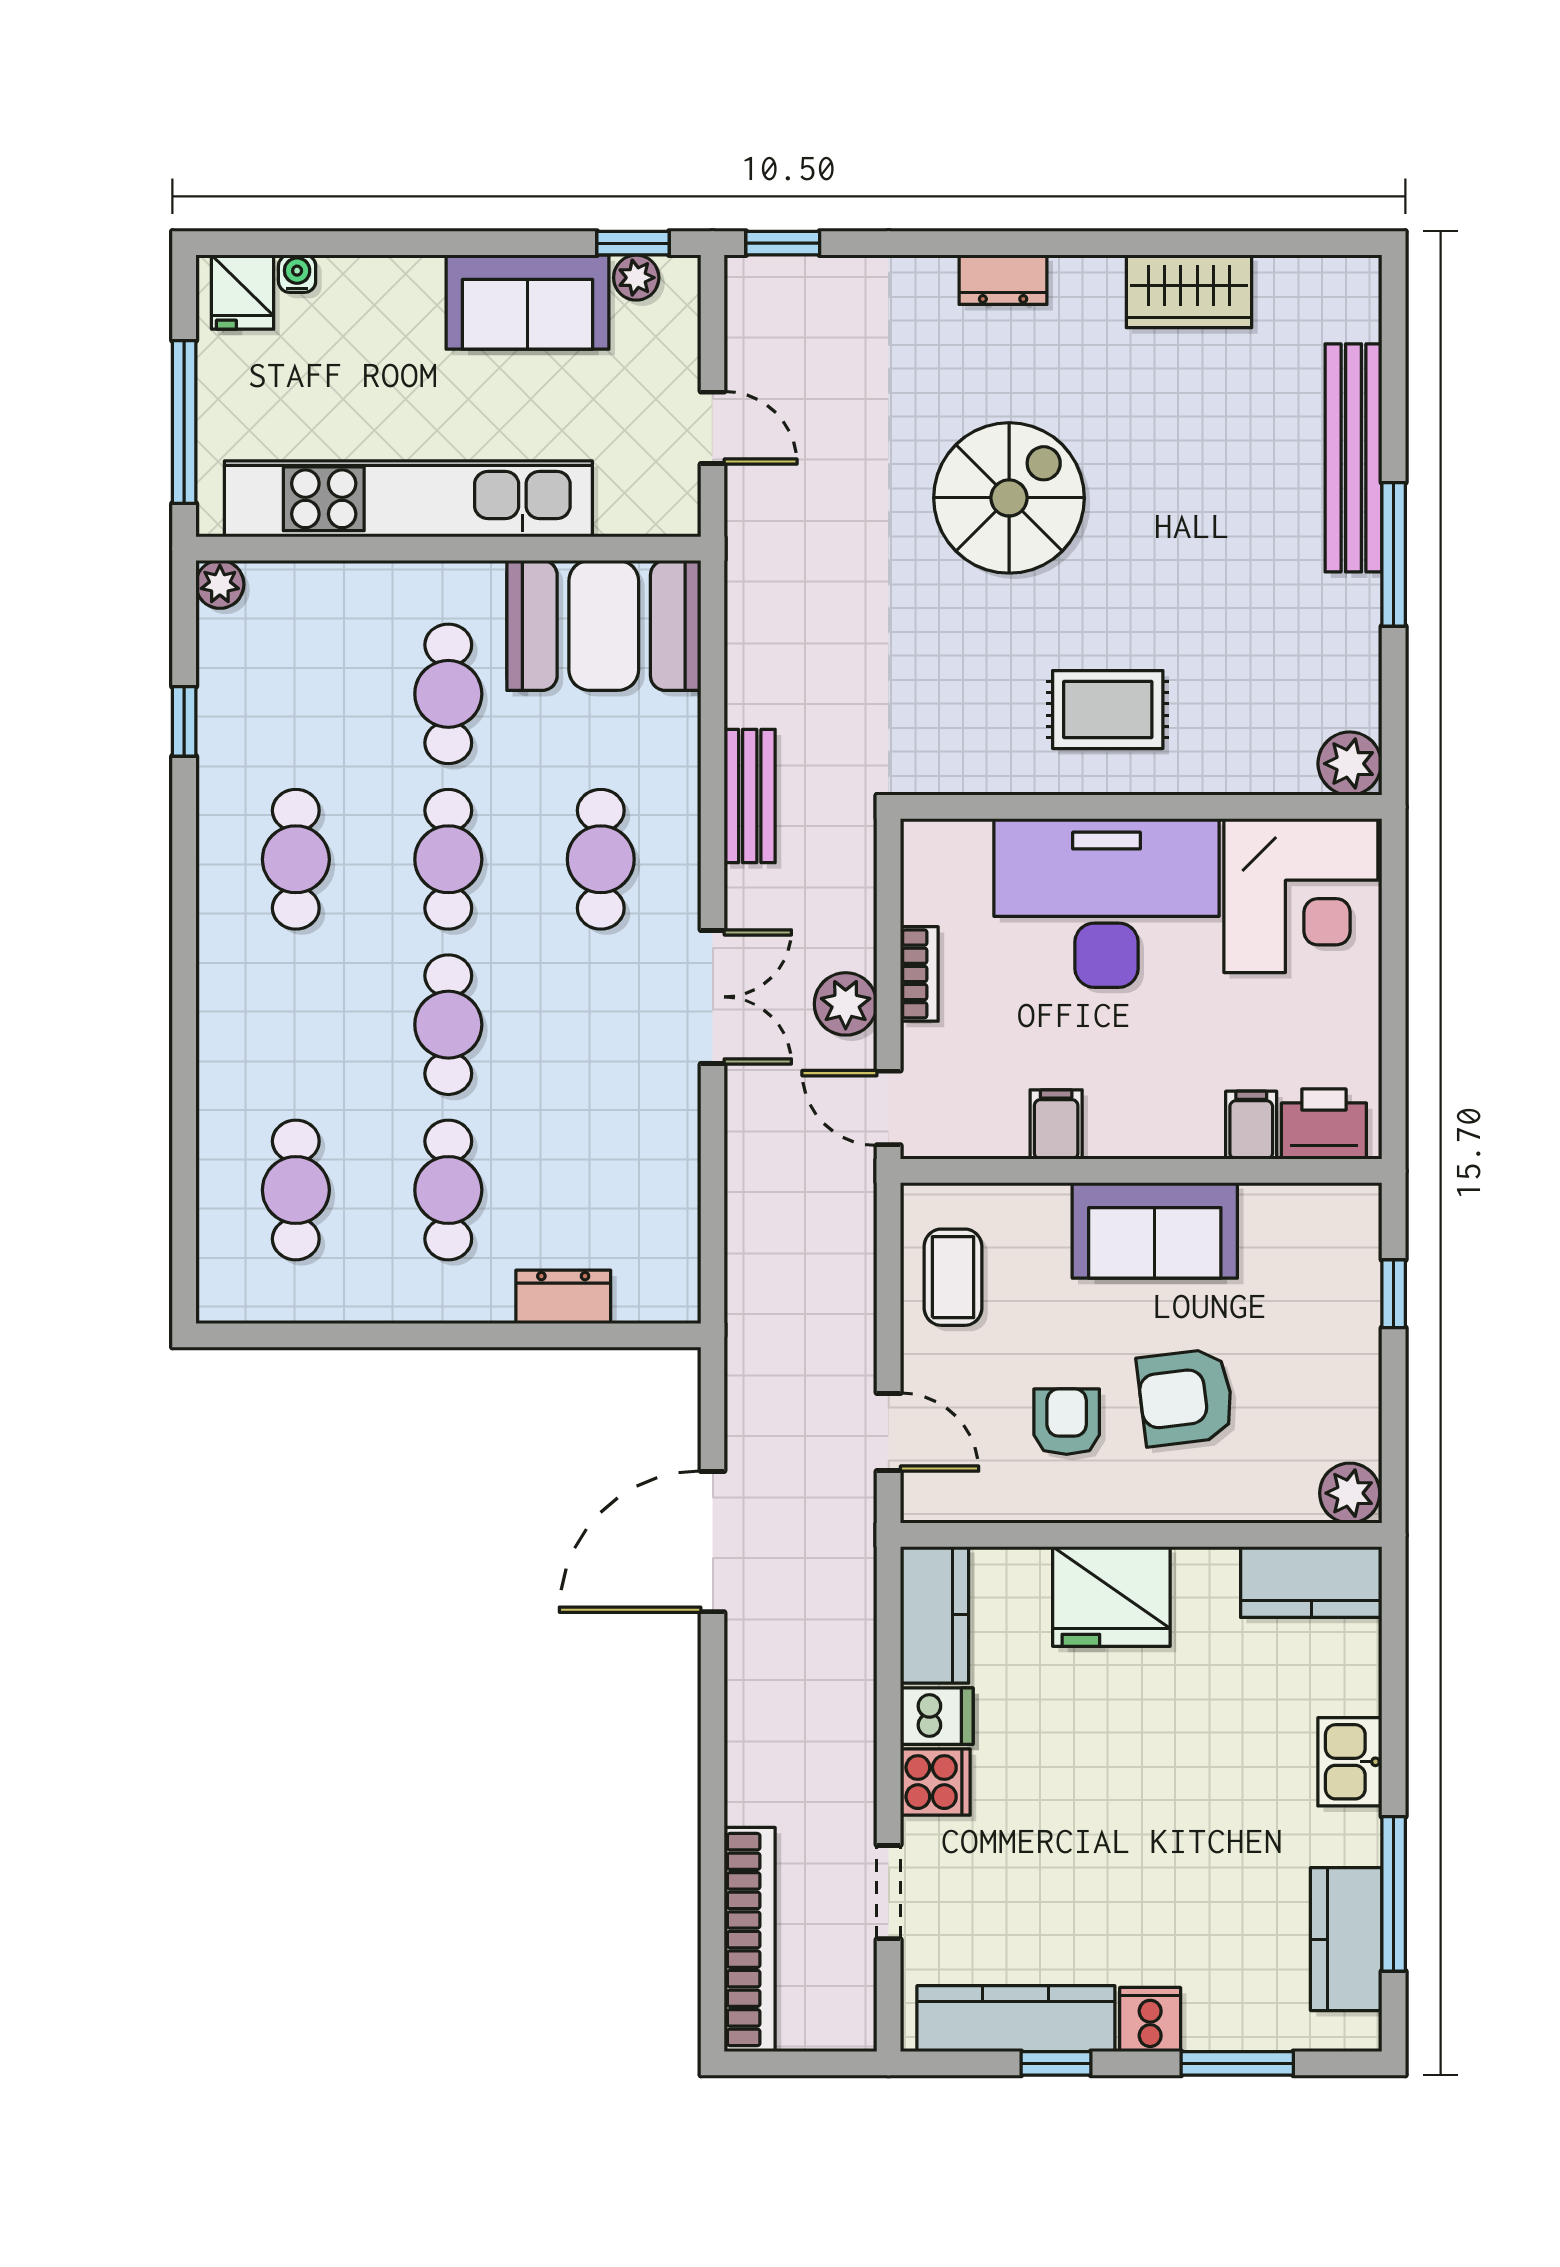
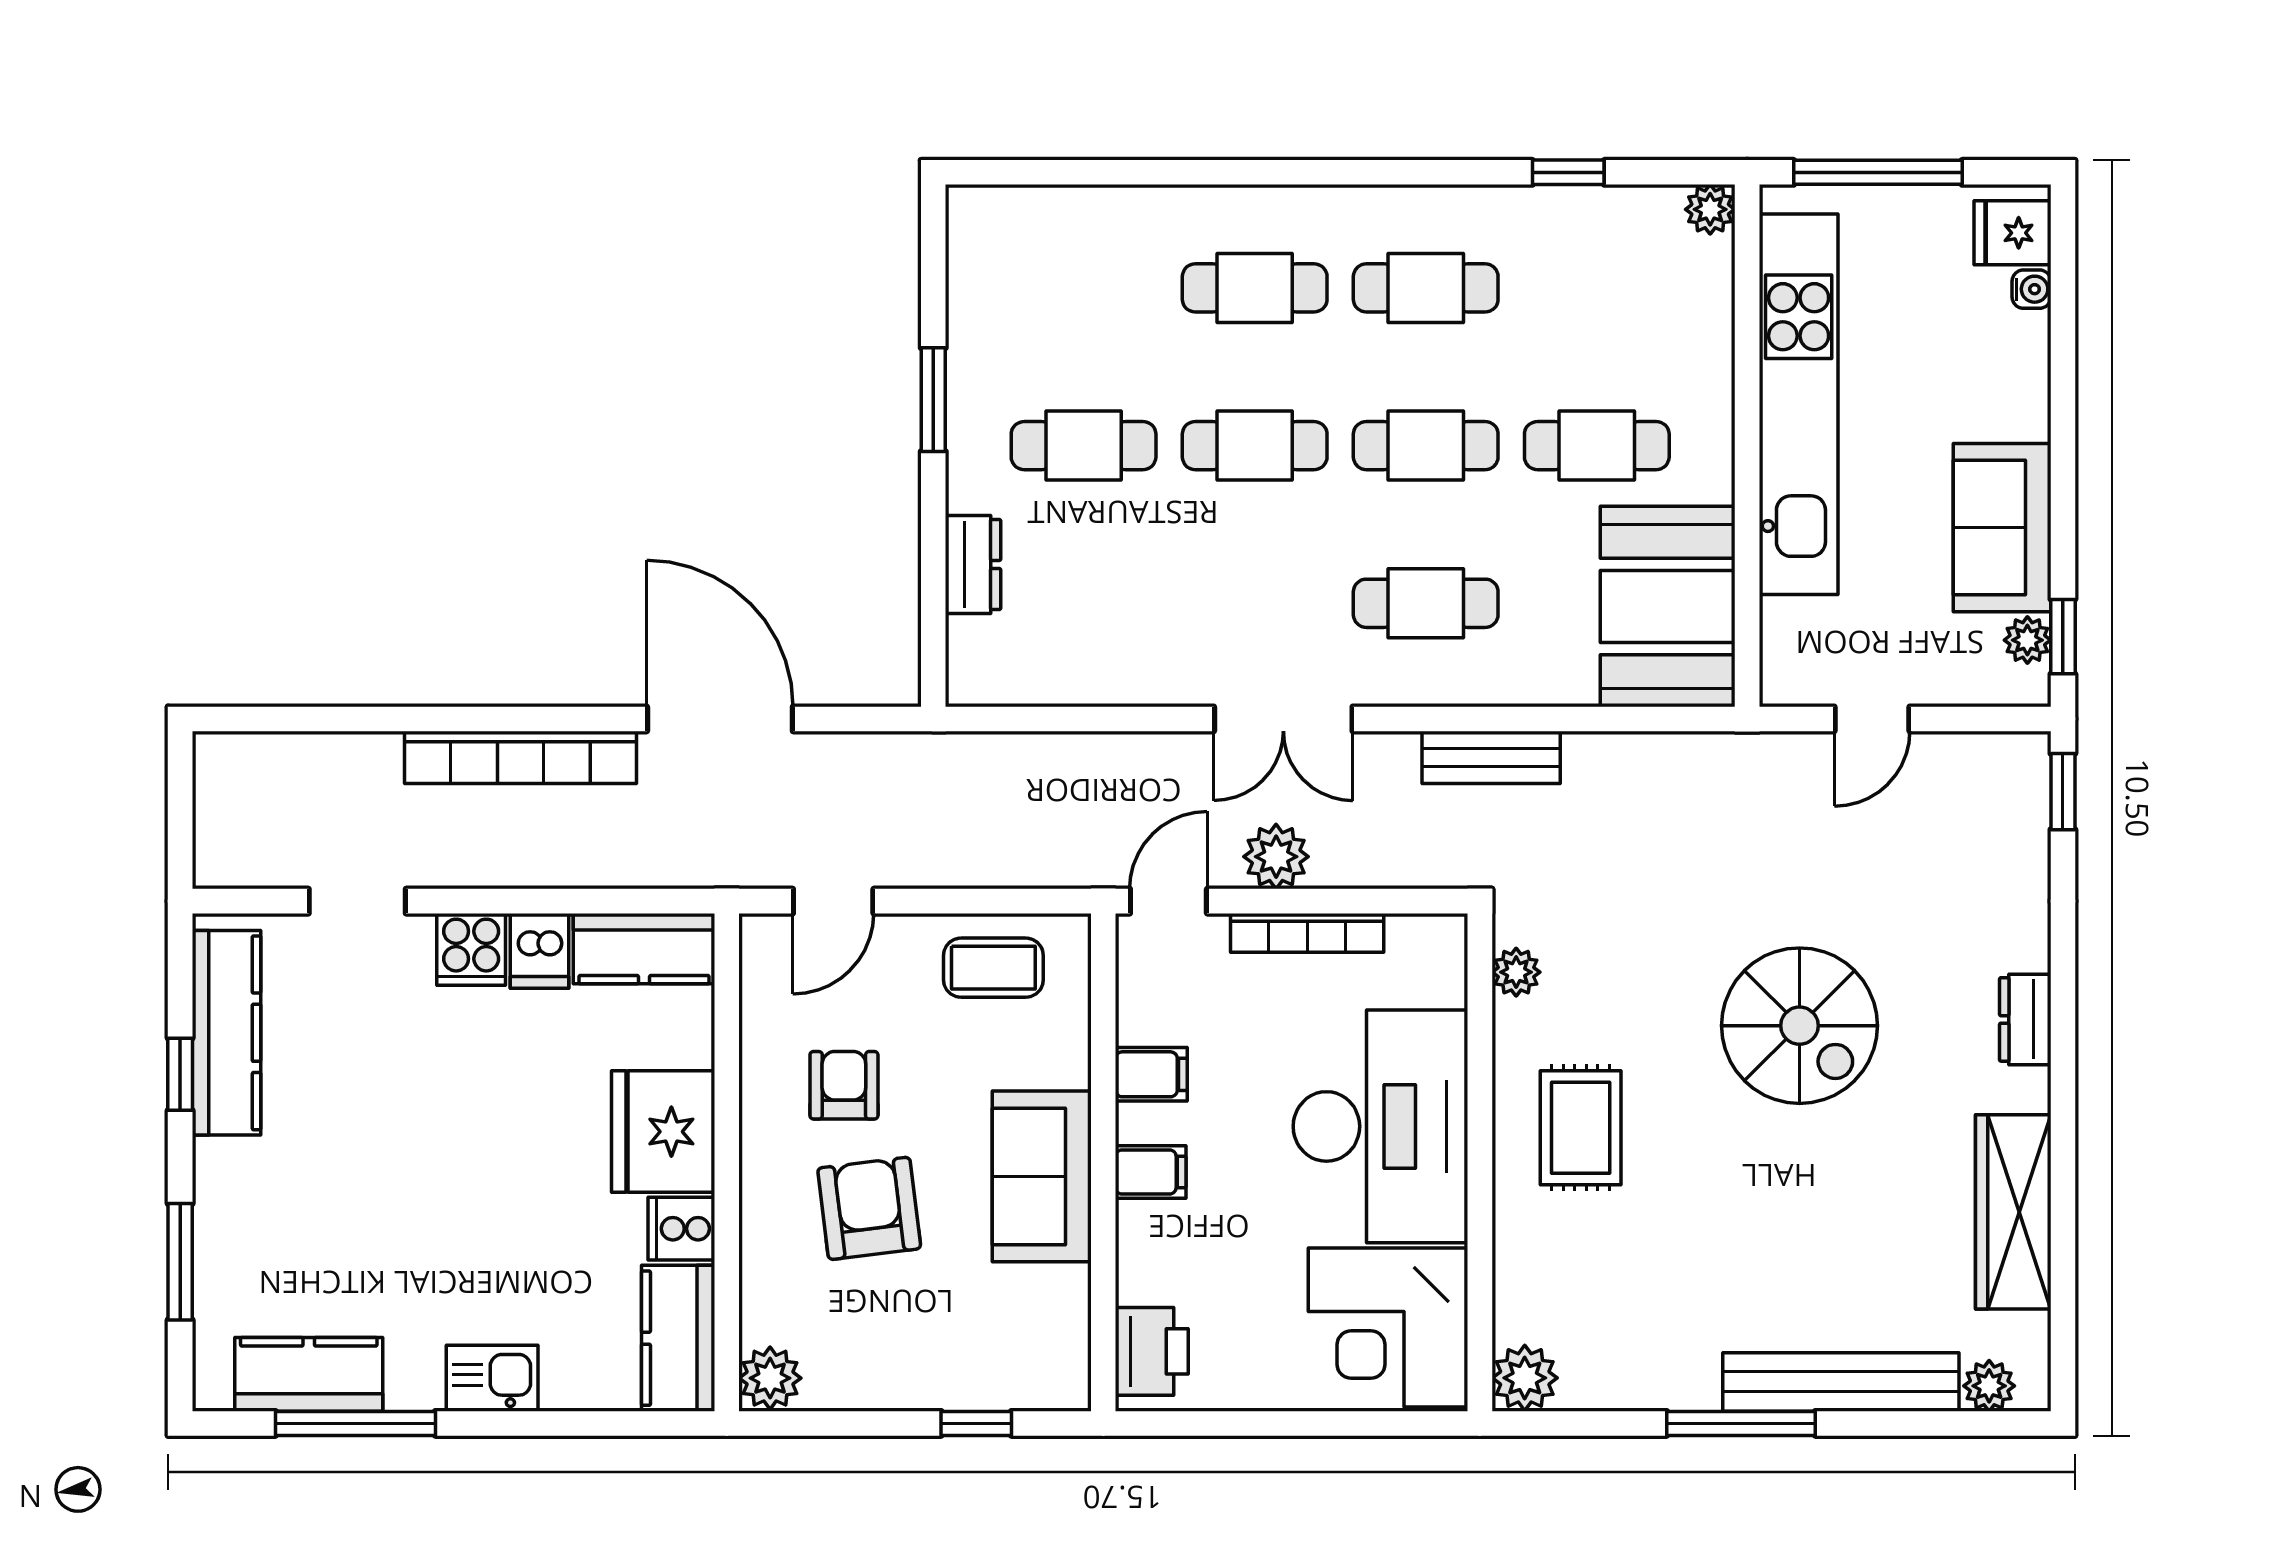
wardrobe: (1189, 291) -> (2013, 1212), width x1.50
plant: (1357, 315) -> (1989, 1386), added
plant: (957, 772) -> (1516, 972), added
bookcase: (919, 974) -> (1307, 933), width x1.56
filing cabinet: (1251, 1125) -> (1151, 1172), moved
cafe table: (296, 1190) -> (1255, 288), moved
window: (404, 1335) -> (933, 400), added
armchair: (1067, 1422) -> (844, 1085), turned -90
bookcase: (750, 1940) -> (521, 757), moved
cooker: (1150, 2020) -> (681, 1229), moved, turned 180

